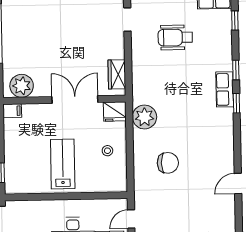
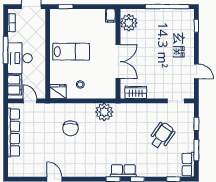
wheelchair: (175, 37) -> (162, 136), turned 35
fridge: (115, 112) -> (58, 92), moved, turned 90

